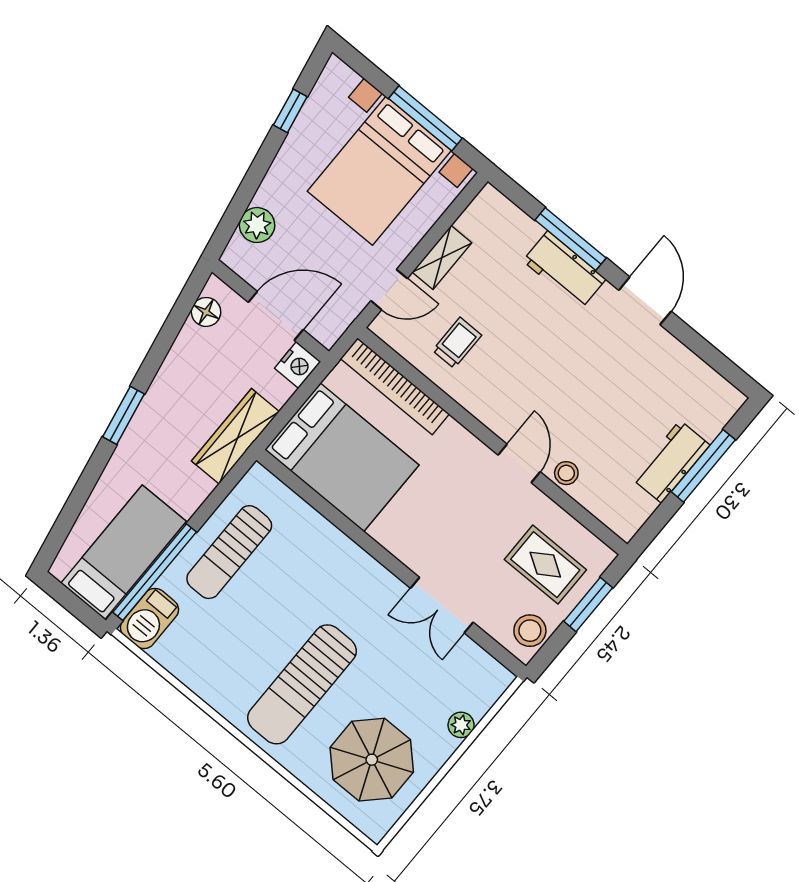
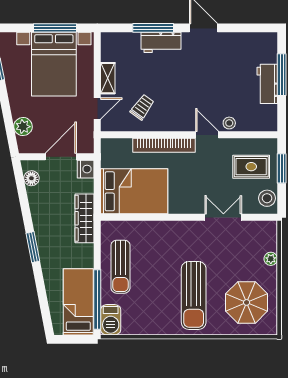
trolley: (457, 343) -> (142, 107), turned 36
bookcase: (395, 386) -> (164, 145), moved
double door: (442, 605) -> (223, 217), swing flipped

